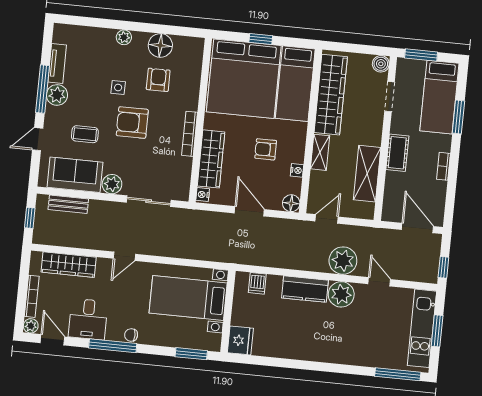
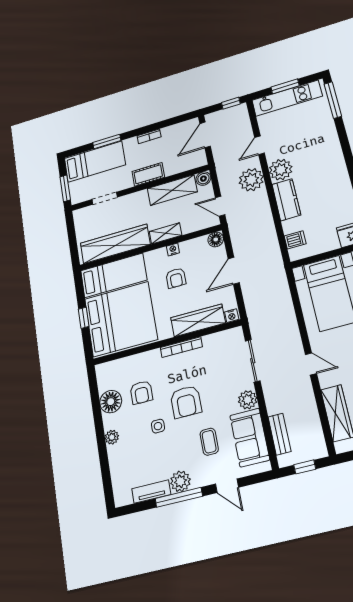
boiler: (381, 64) -> (203, 179), moved
armchair: (158, 80) -> (141, 392), turned -90
nightstand: (297, 170) -> (173, 249), moved

